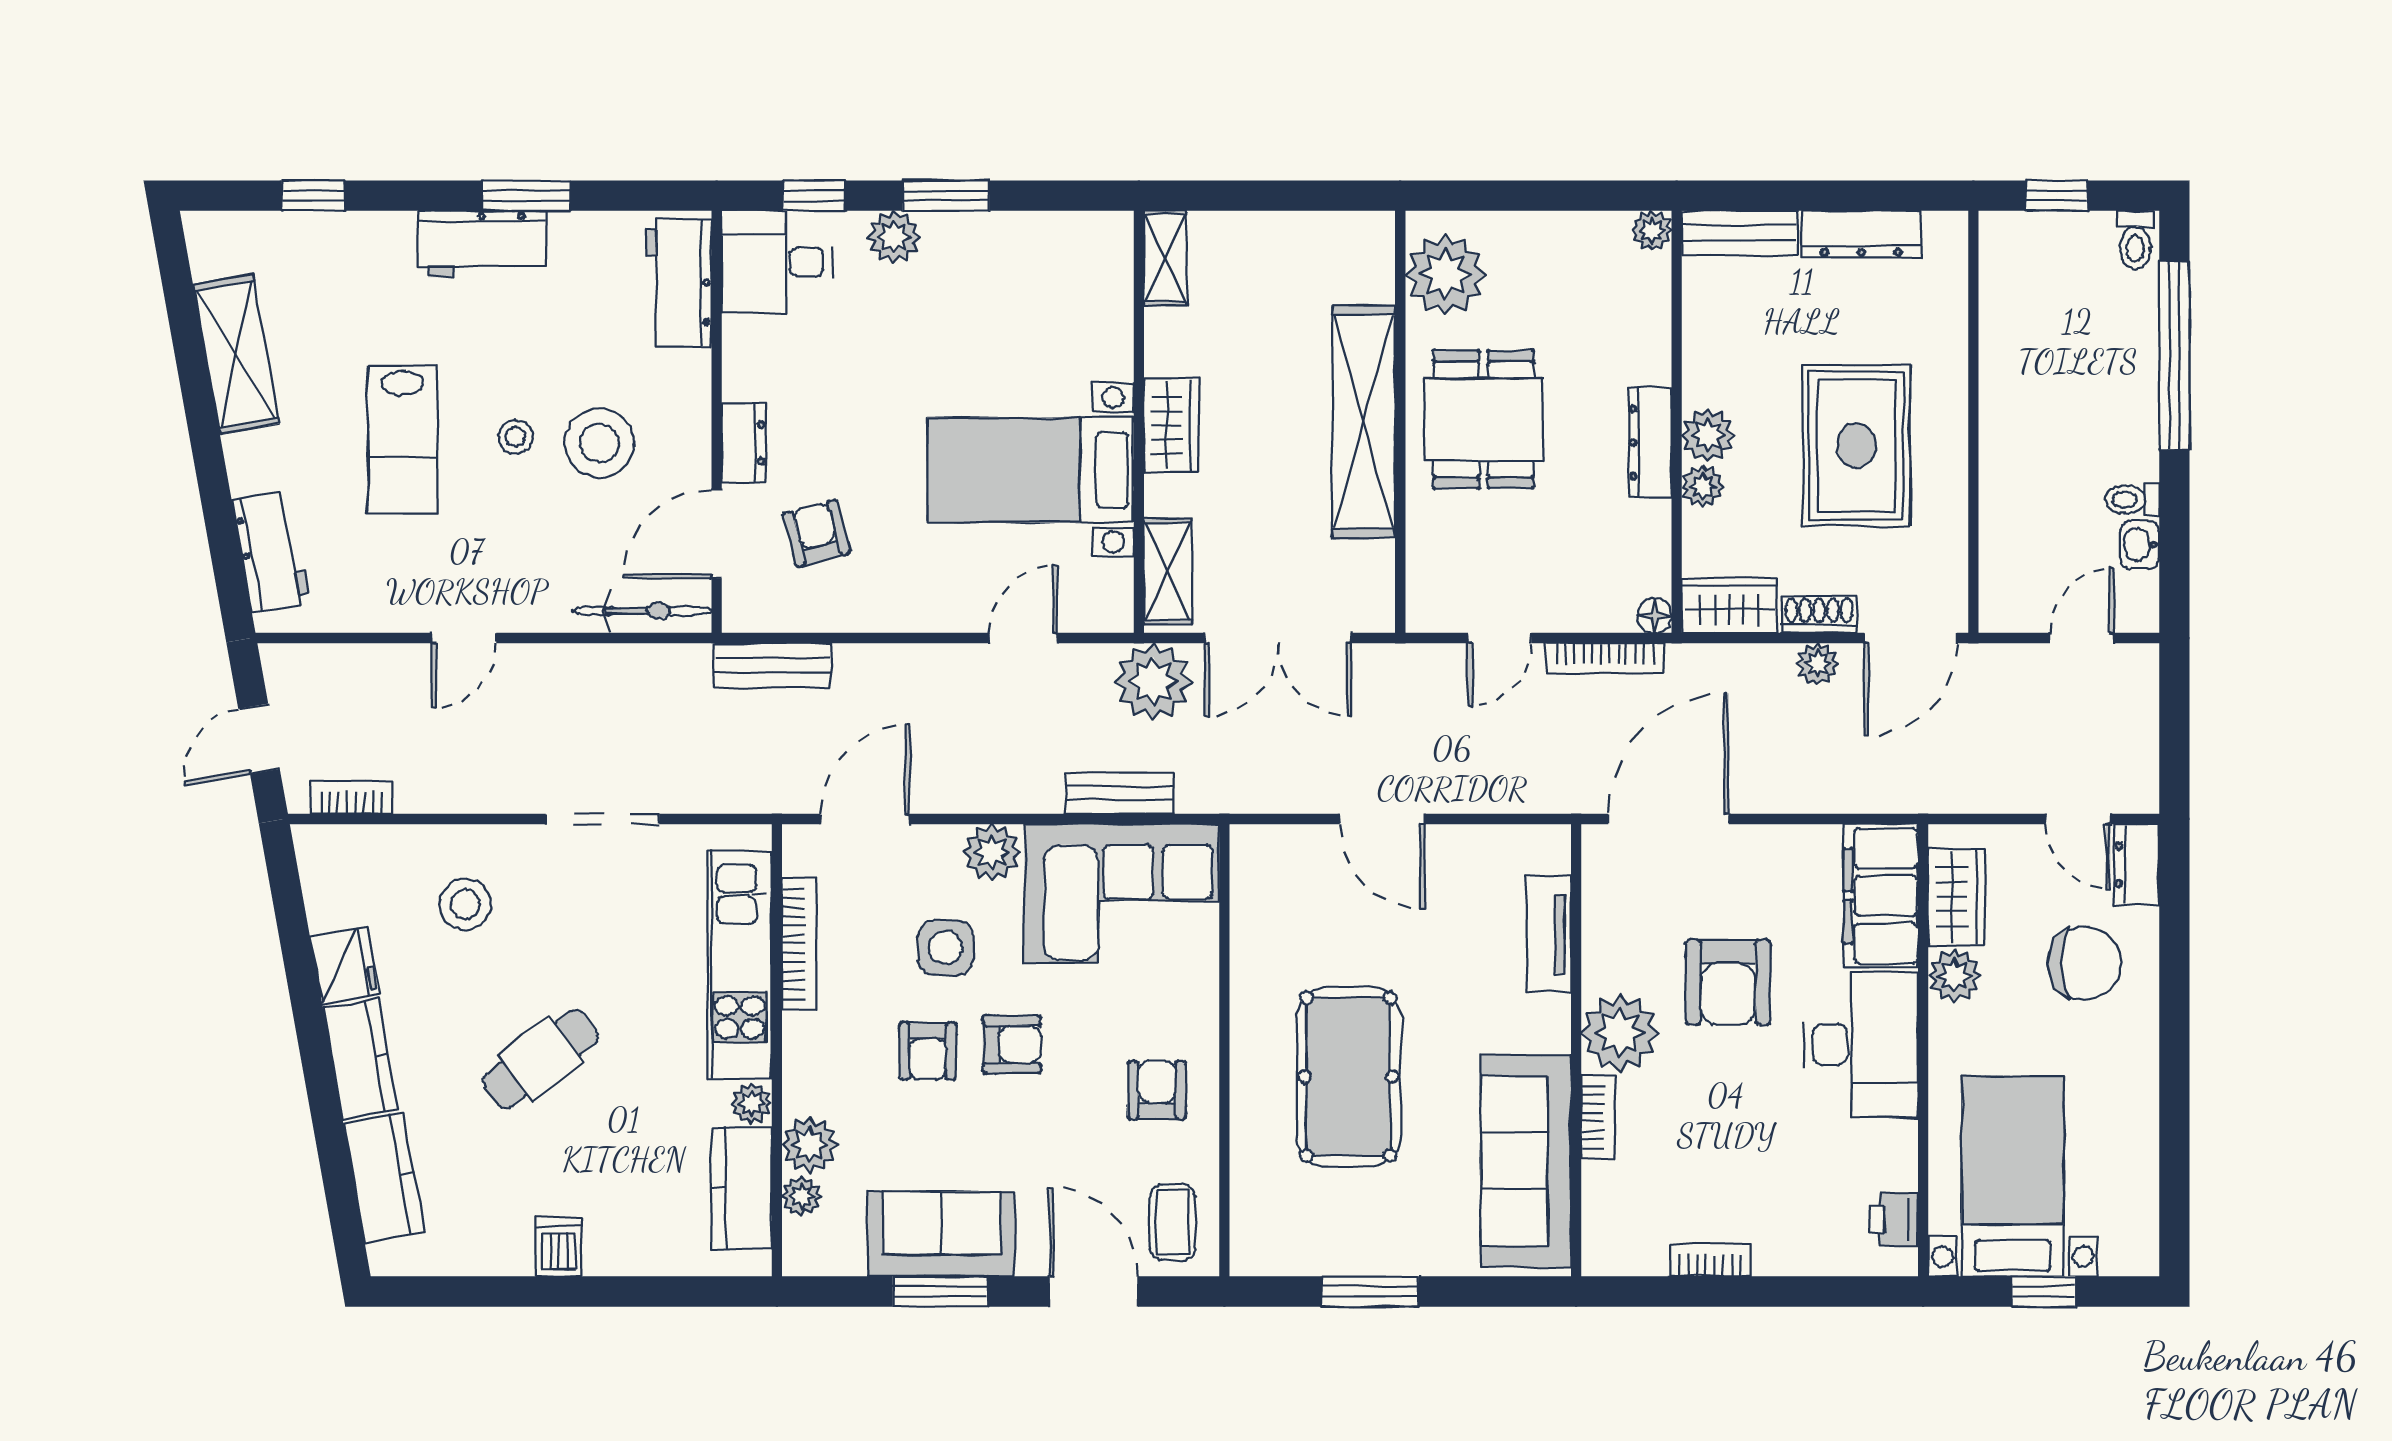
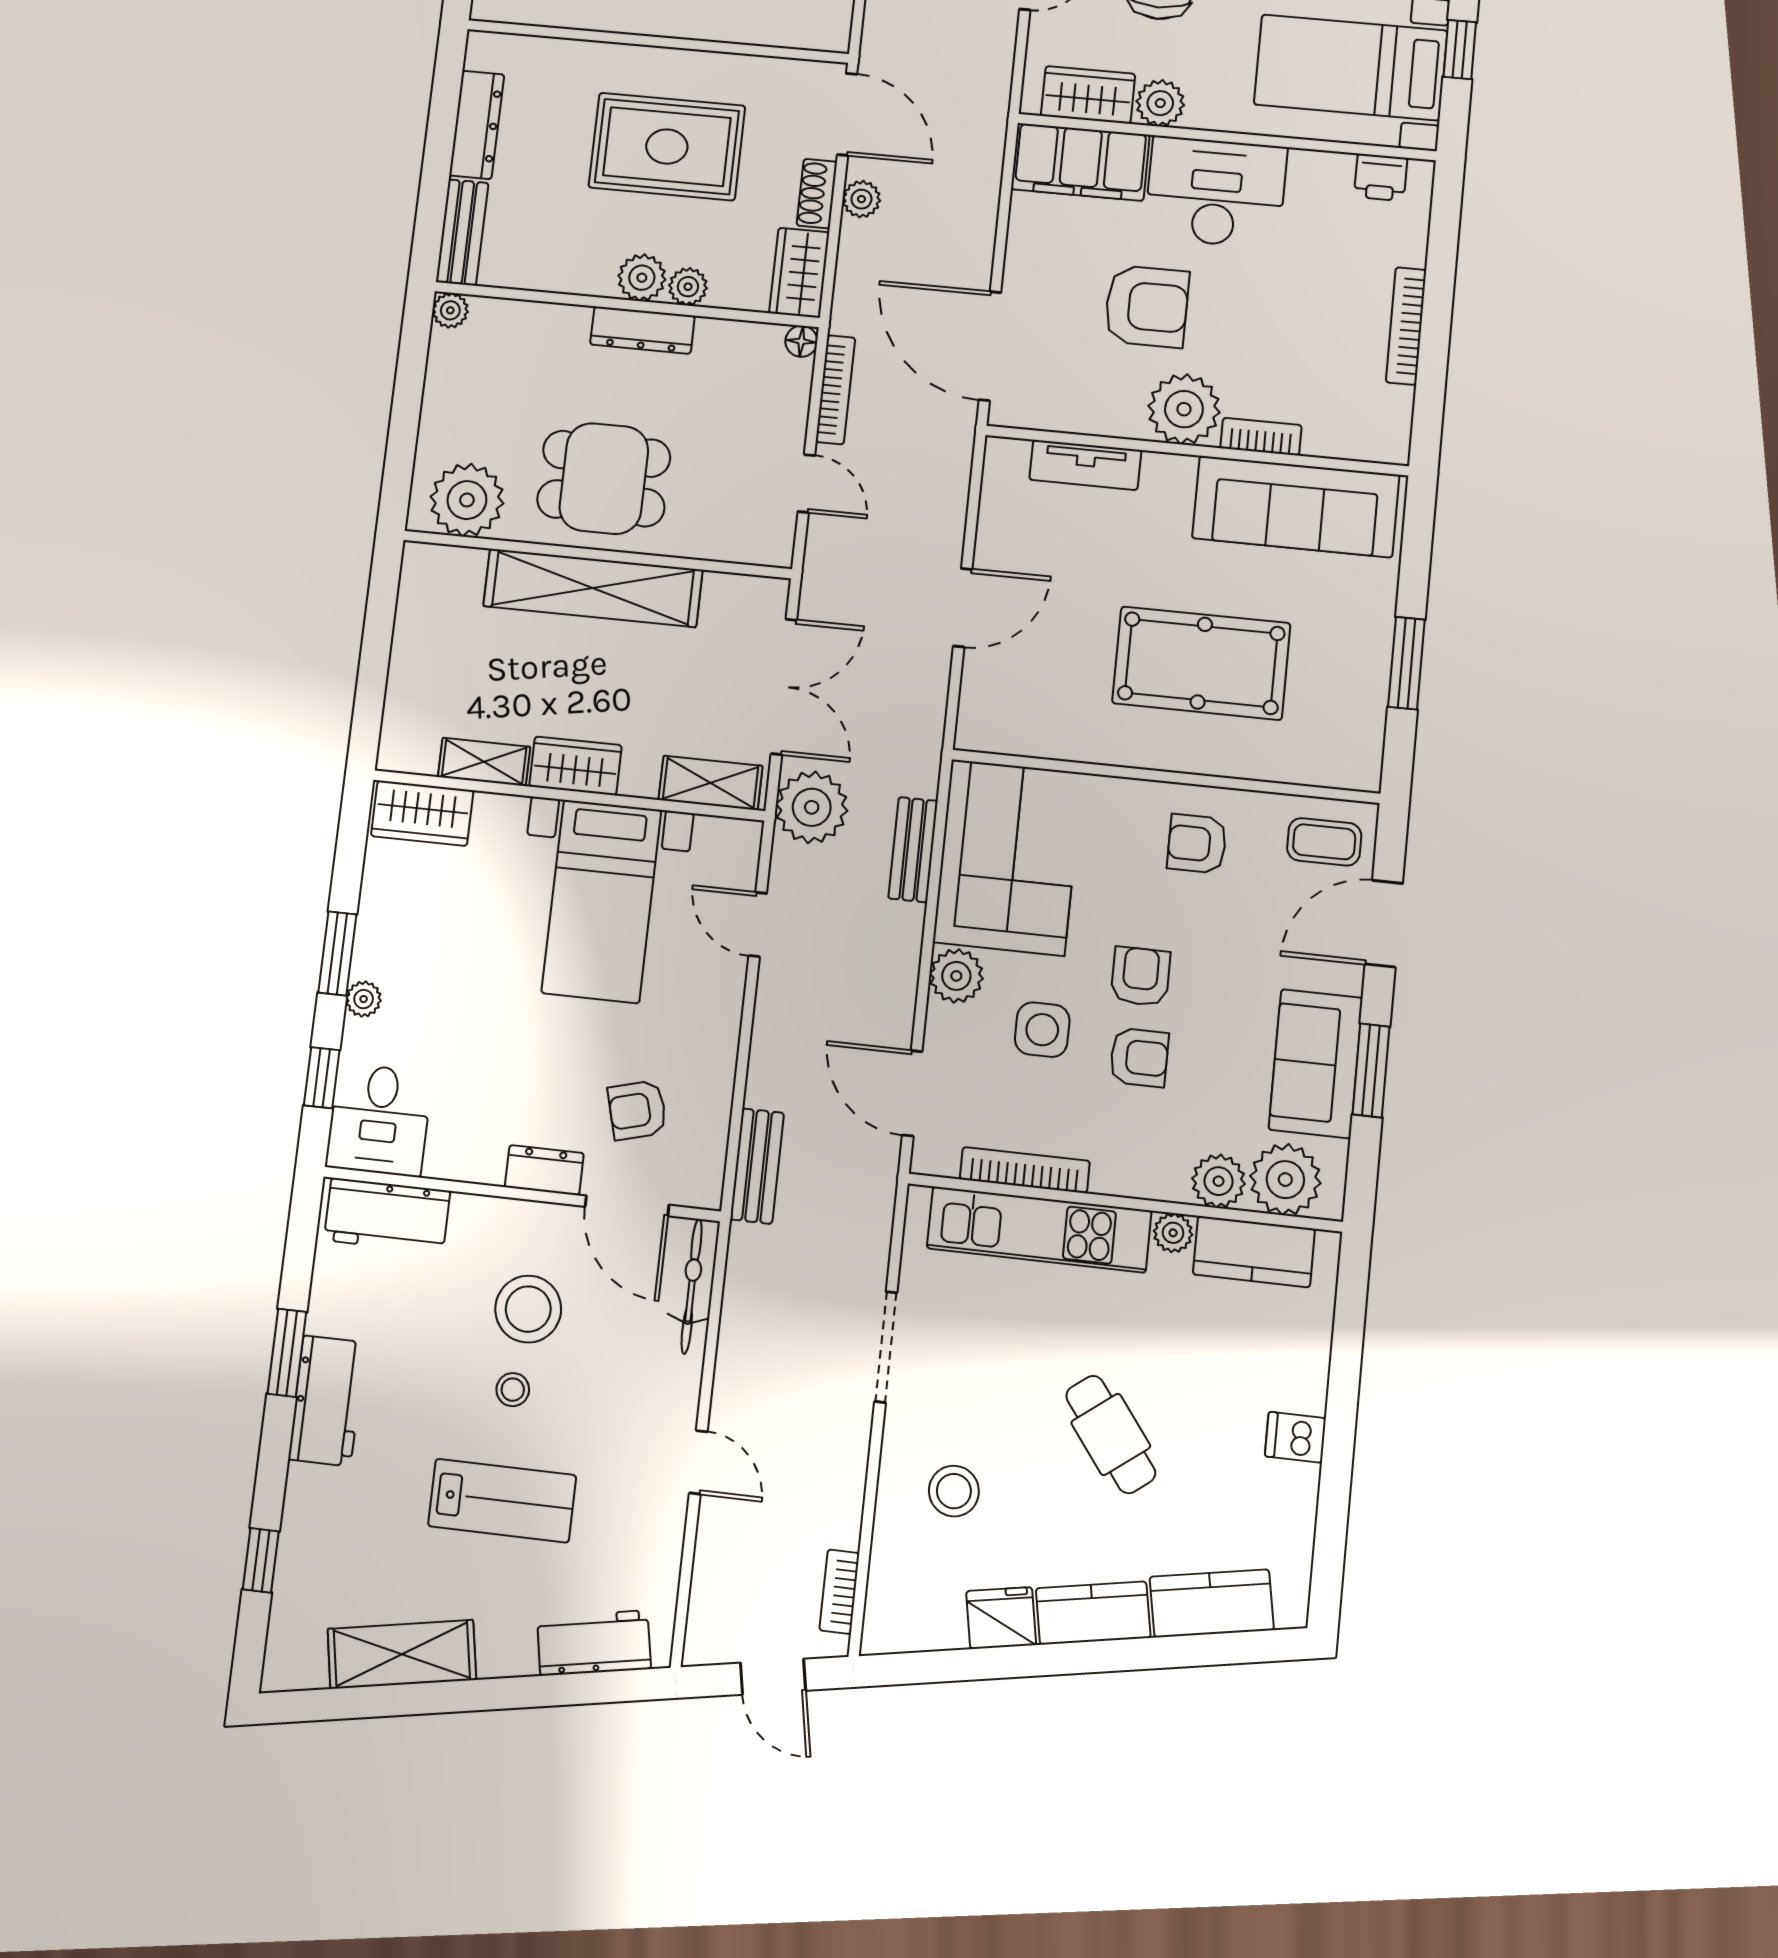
plant: (894, 237) -> (364, 999), width x0.73, depth x0.73
shelving: (1165, 258) -> (484, 762), moved
wardrobe: (1104, 268) -> (422, 813), added
plant: (802, 1196) -> (1285, 1180), width x1.88, depth x1.88
bookcase: (1710, 1260) -> (1406, 326), width x1.56

